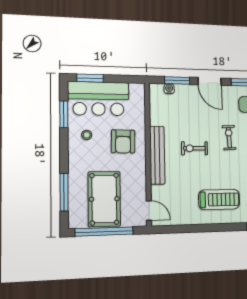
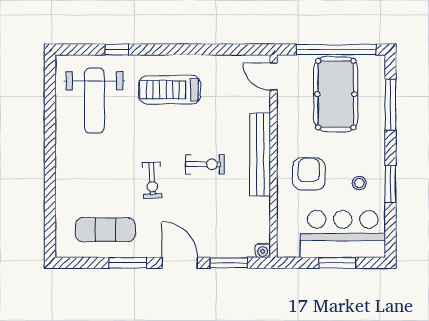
window: (90, 78) -> (337, 263), moved
water cooler: (169, 89) -> (263, 250), moved
window: (64, 114) -> (390, 184), moved

